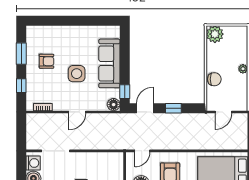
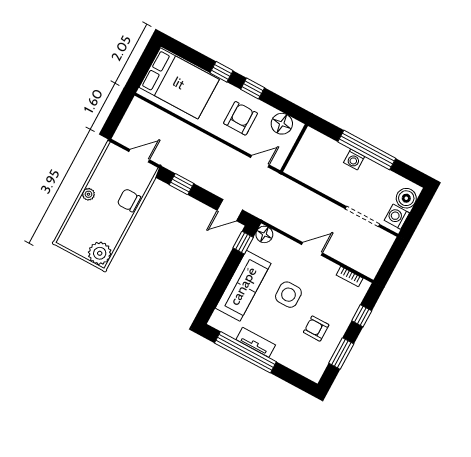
window: (84, 21) -> (245, 352), added
tv unit: (81, 31) -> (256, 342), added
window: (173, 108) -> (182, 184), moved

